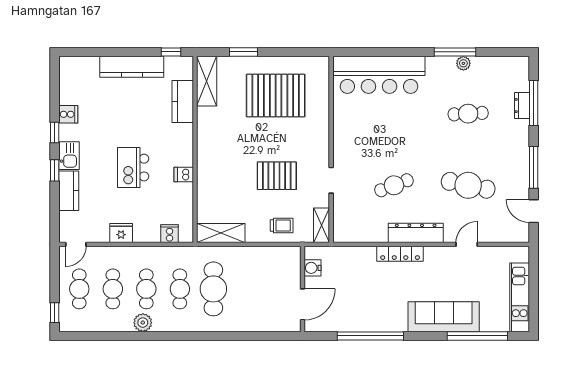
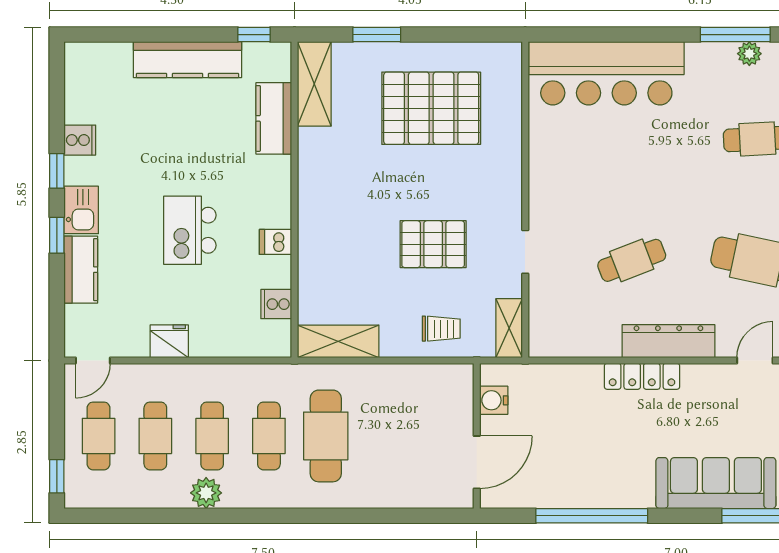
cooker: (170, 234) -> (276, 304), moved, turned -90

